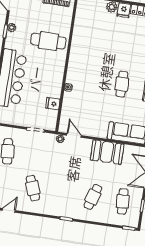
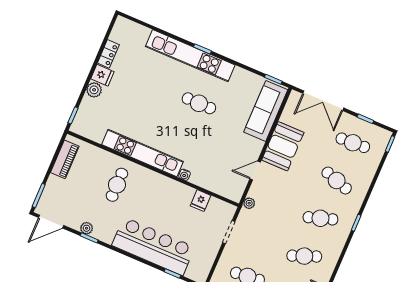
cafe table: (48, 41) -> (117, 185), width x0.73, depth x0.74
kitchen unit: (76, 53) -> (142, 153), added
door: (74, 135) -> (255, 171), moved
cafe table: (63, 193) -> (320, 218), added

